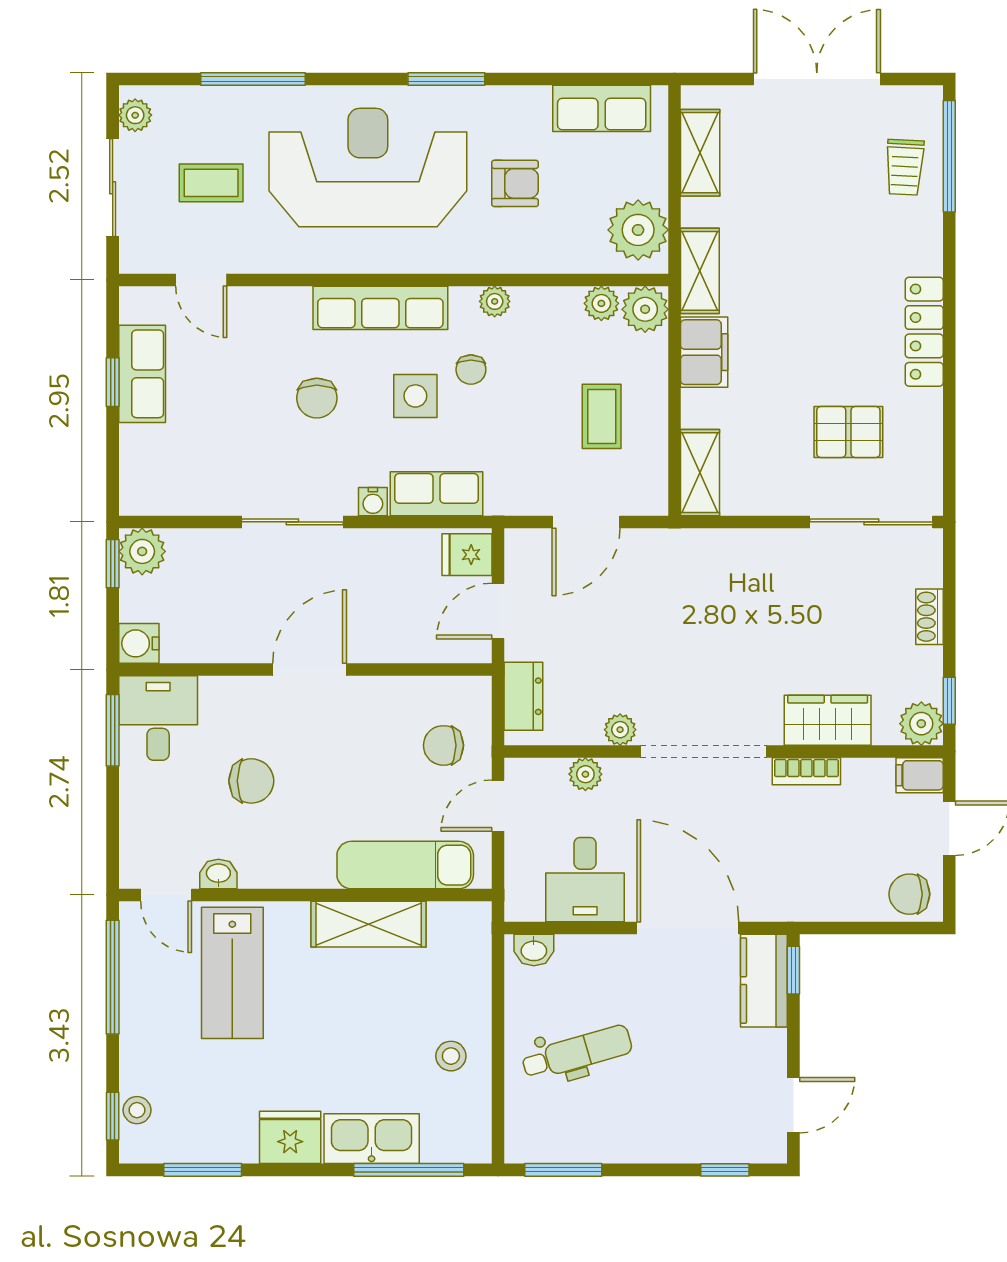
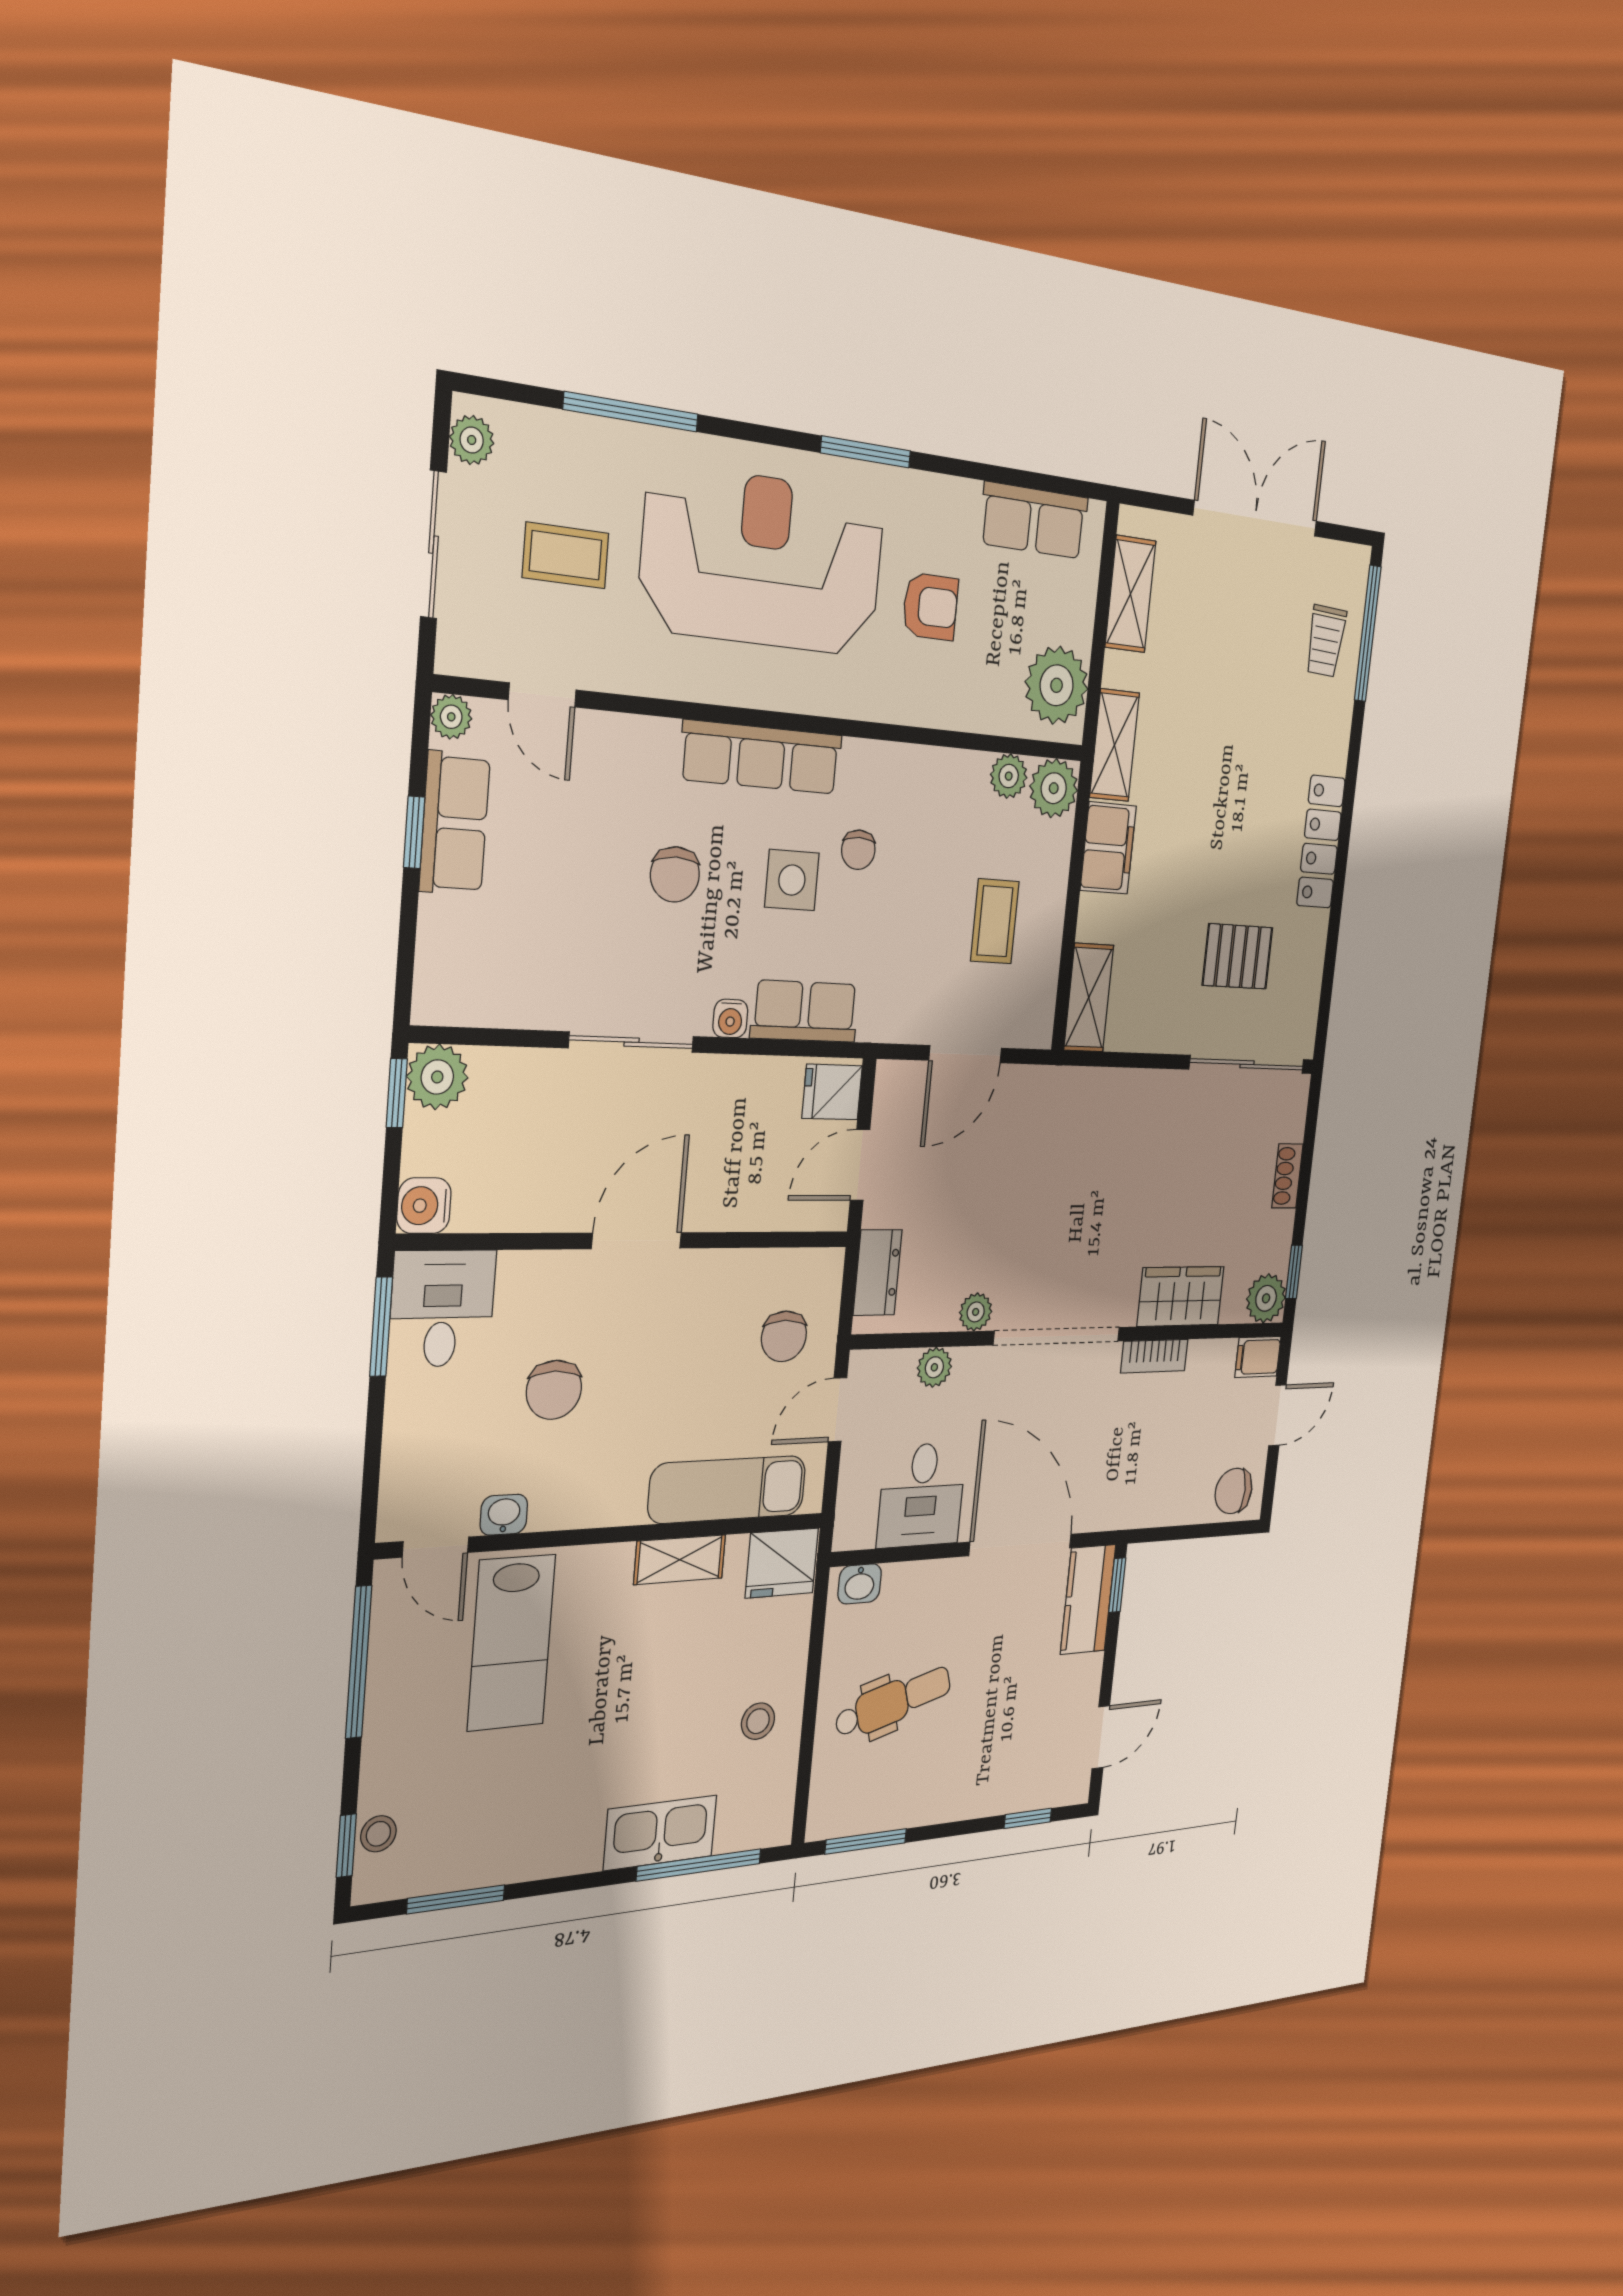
plant: (495, 301) -> (451, 717), moved
chair: (443, 745) -> (784, 1336), turned -90
chair: (251, 781) -> (554, 1390), turned 90
shelving: (369, 924) -> (680, 1560), width x0.67, depth x0.75
fridge: (290, 1137) -> (782, 1563), moved, turned 180

